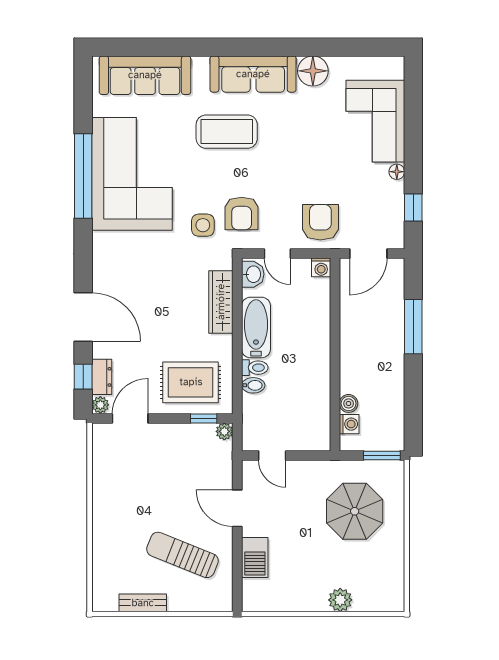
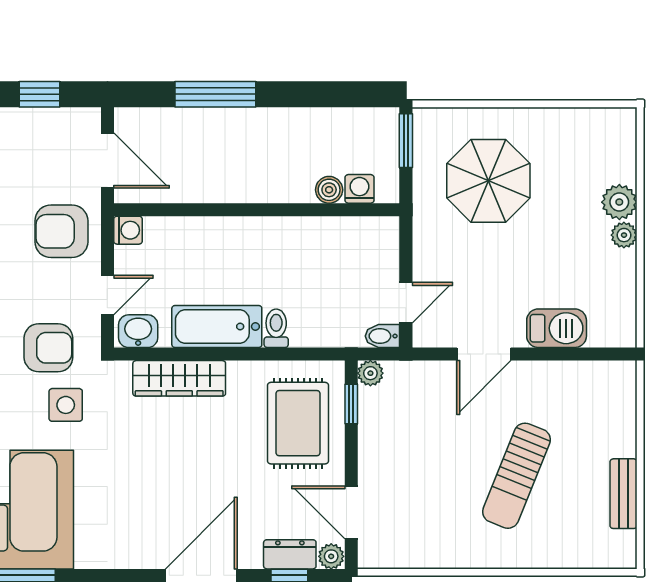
bidet: (253, 385) -> (382, 336), moved, turned -90
sun lounger: (182, 555) -> (516, 476), moved
plant: (318, 603) -> (624, 235), added

